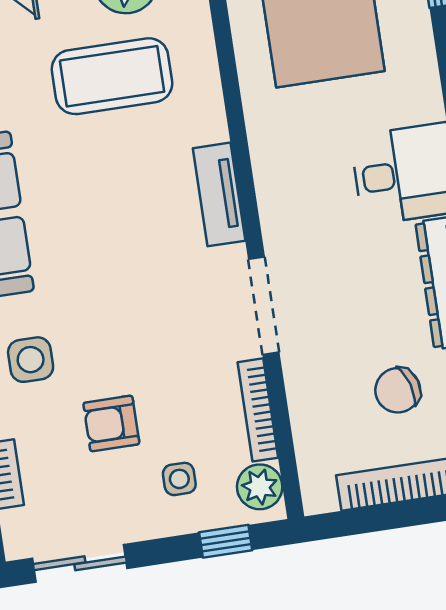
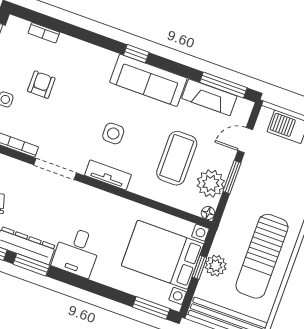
side table: (31, 360) -> (113, 133), moved

